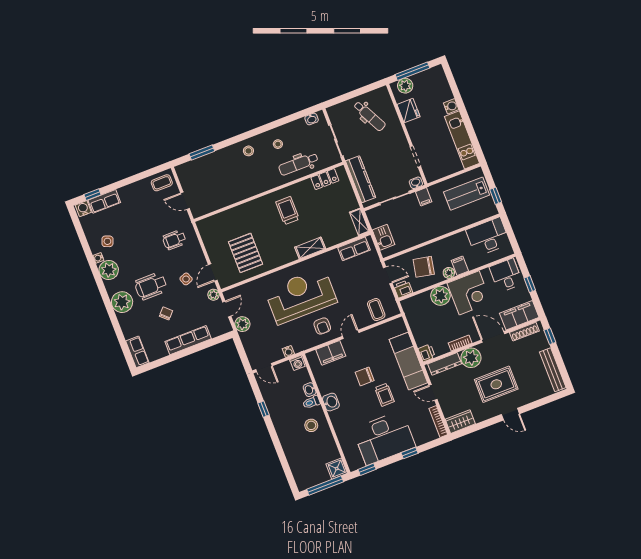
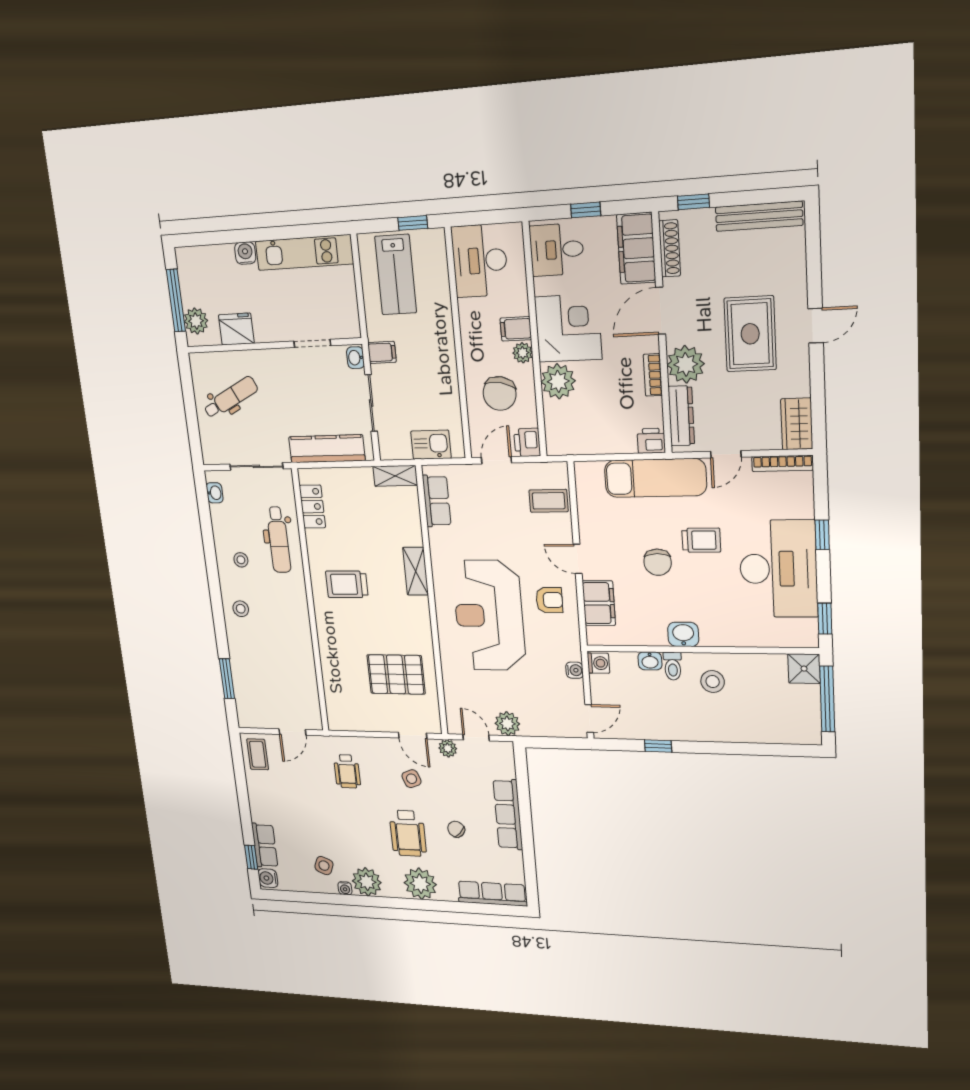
row of seats: (137, 352) -> (492, 894), width x1.48

